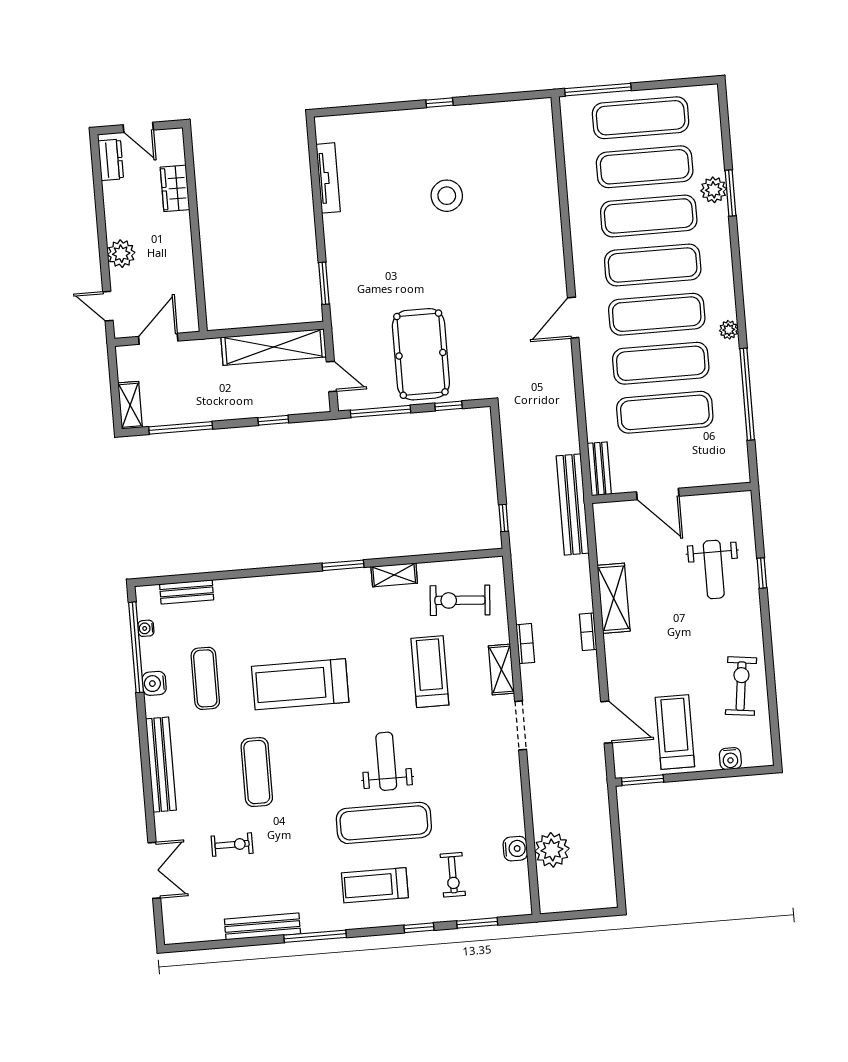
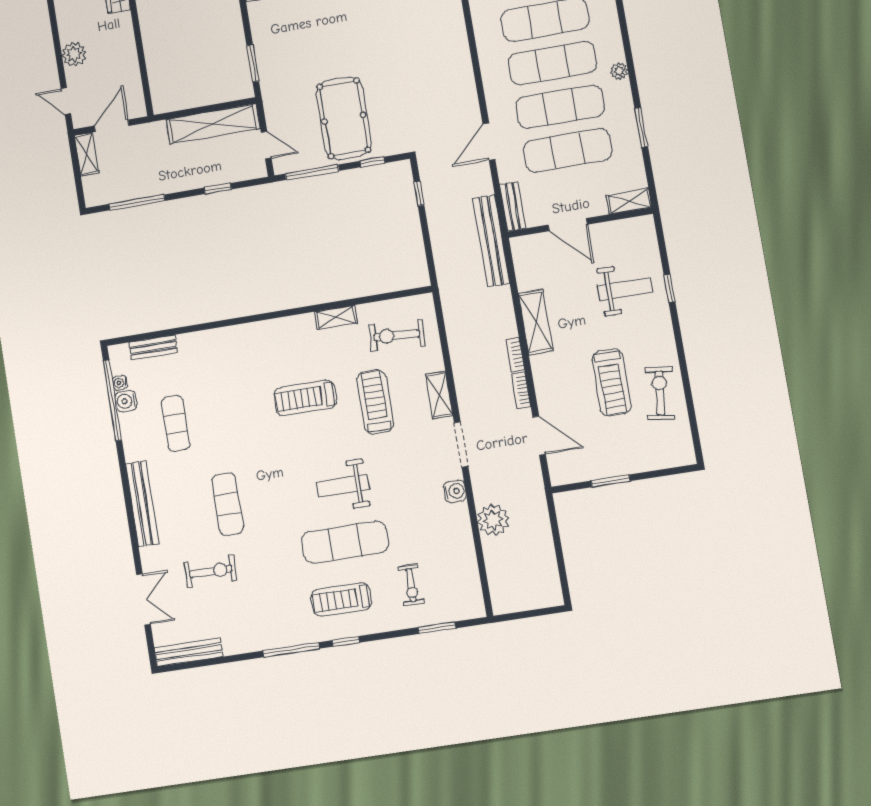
door: (573, 318) -> (489, 141), moved
window: (747, 394) -> (641, 127), width x0.47
shelving: (130, 405) -> (86, 154), moved
shelving: (727, 474) -> (629, 201), added
window: (504, 518) -> (419, 193), moved
window: (343, 565) -> (290, 312), removed
weight bench: (714, 569) -> (625, 289), turned -90
bookcase: (525, 644) -> (521, 390), moved, turned 180
water cooler: (154, 683) -> (126, 401), moved
treadmill: (300, 684) -> (305, 398), moved, width x0.73, depth x0.73
treadmill: (675, 732) -> (612, 382), moved, turned 180
water cooler: (730, 759) -> (656, 460), removed
weight bench: (386, 761) -> (342, 486), turned -90
window: (643, 780) -> (611, 481), moved
exercise bike: (232, 845) -> (211, 571), width x1.38, depth x1.39
water cooler: (515, 849) -> (455, 491), moved
plant: (552, 850) -> (493, 520), moved
bench: (262, 927) -> (189, 652), moved
window: (419, 928) -> (346, 641), moved

